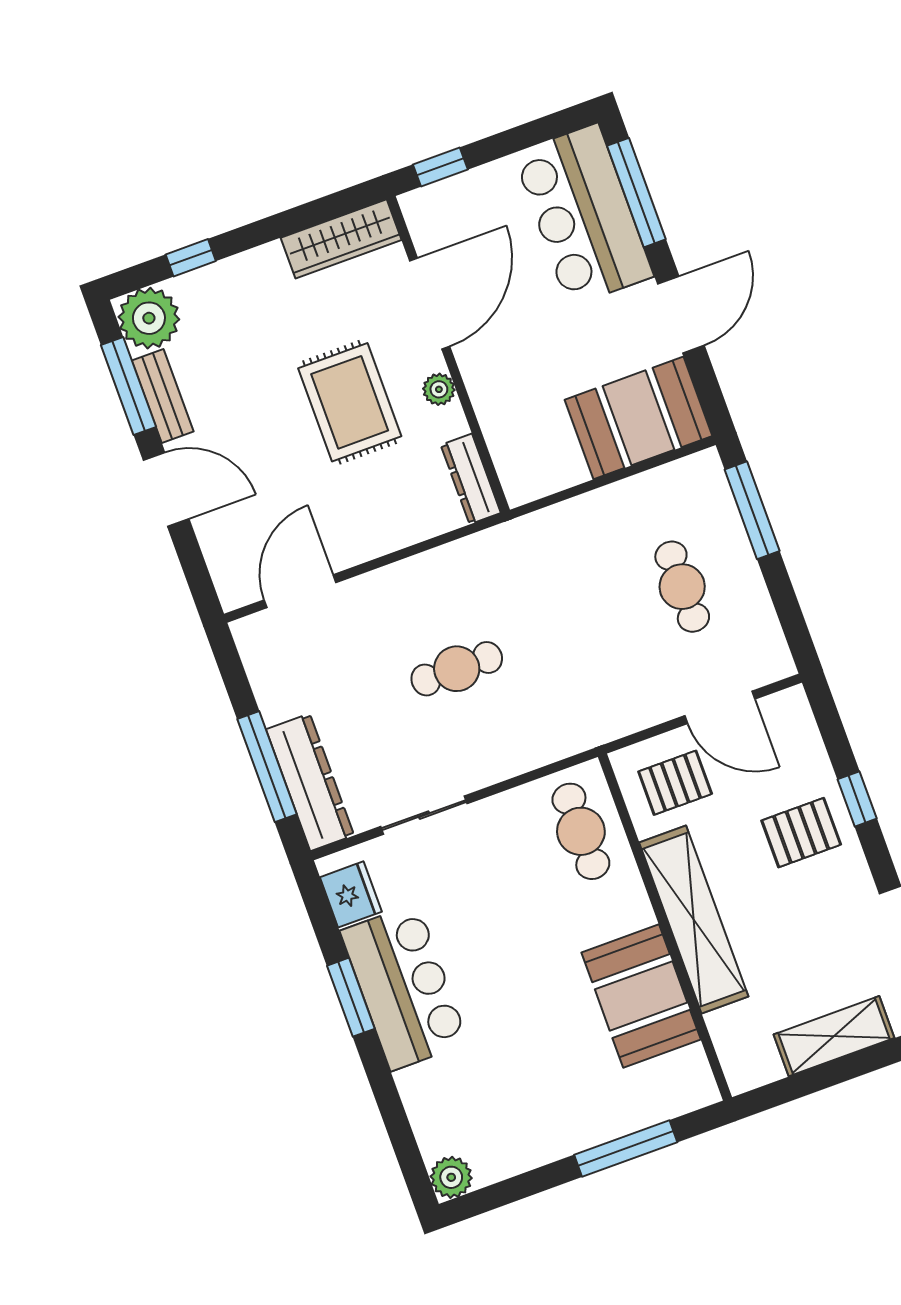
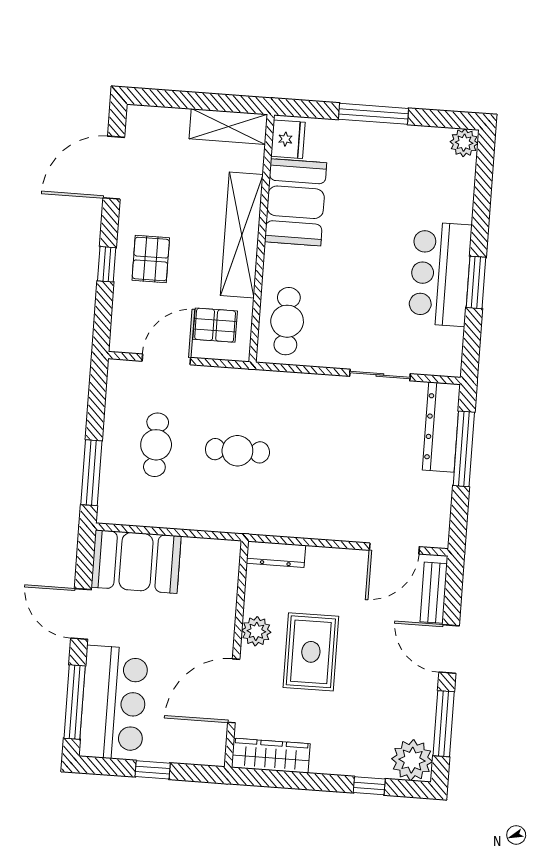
window: (440, 167) -> (153, 770), moved
door: (681, 315) -> (81, 614), hinge flipped
plant: (439, 389) -> (256, 631), width x1.38, depth x1.38
bench: (163, 396) -> (434, 593), moved
dresser: (471, 479) -> (276, 554), moved, turned 90
cafe table: (457, 669) -> (237, 451), moved
door: (720, 707) -> (166, 359), hinge flipped
pallet: (801, 833) -> (151, 259), turned 90
fridge: (351, 894) -> (288, 139), moved, turned 180
shelving: (834, 1036) -> (228, 127), moved
window: (626, 1149) -> (374, 114), moved

